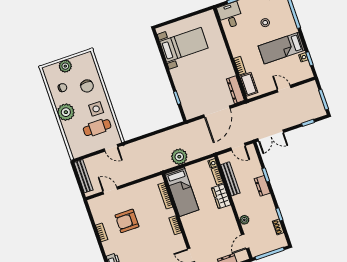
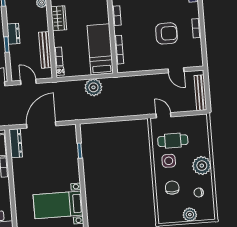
wardrobe: (221, 196) -> (59, 18), moved

